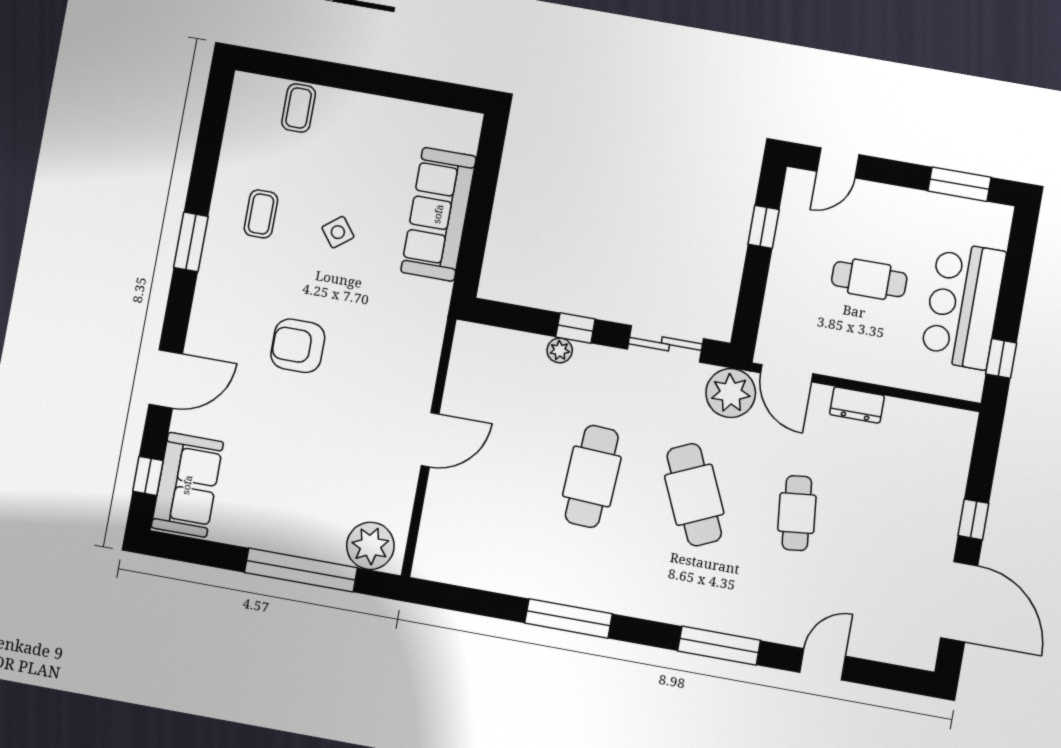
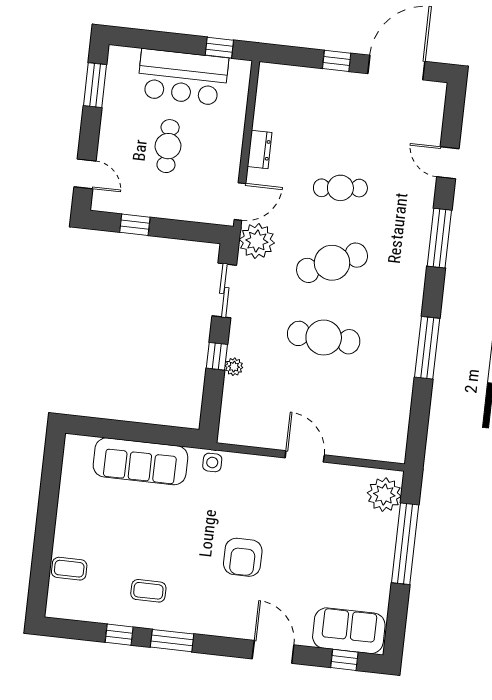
window: (204, 170) -> (119, 635), added
side table: (338, 232) -> (212, 462), moved, turned 38

